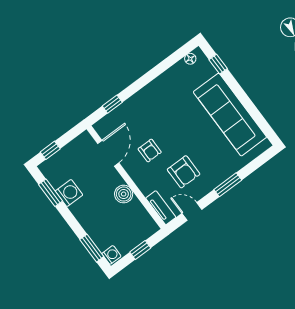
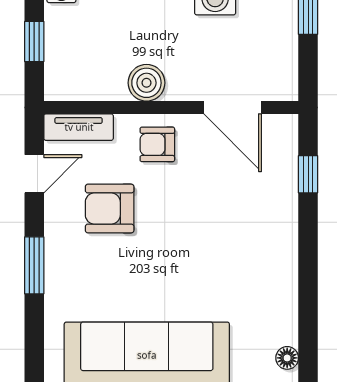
armchair: (150, 151) -> (157, 144), moved

